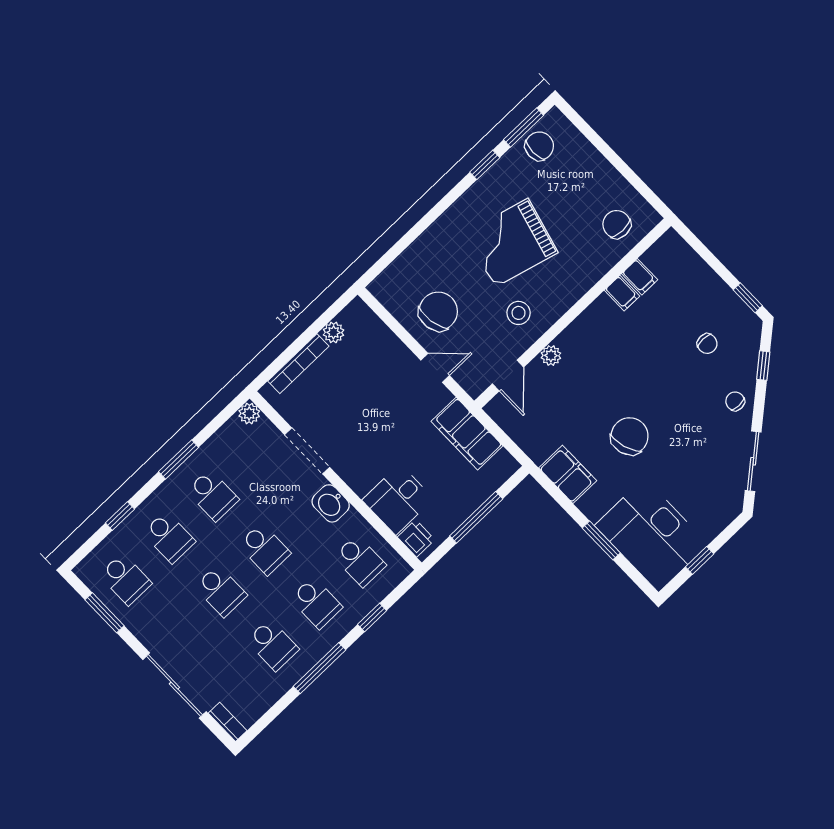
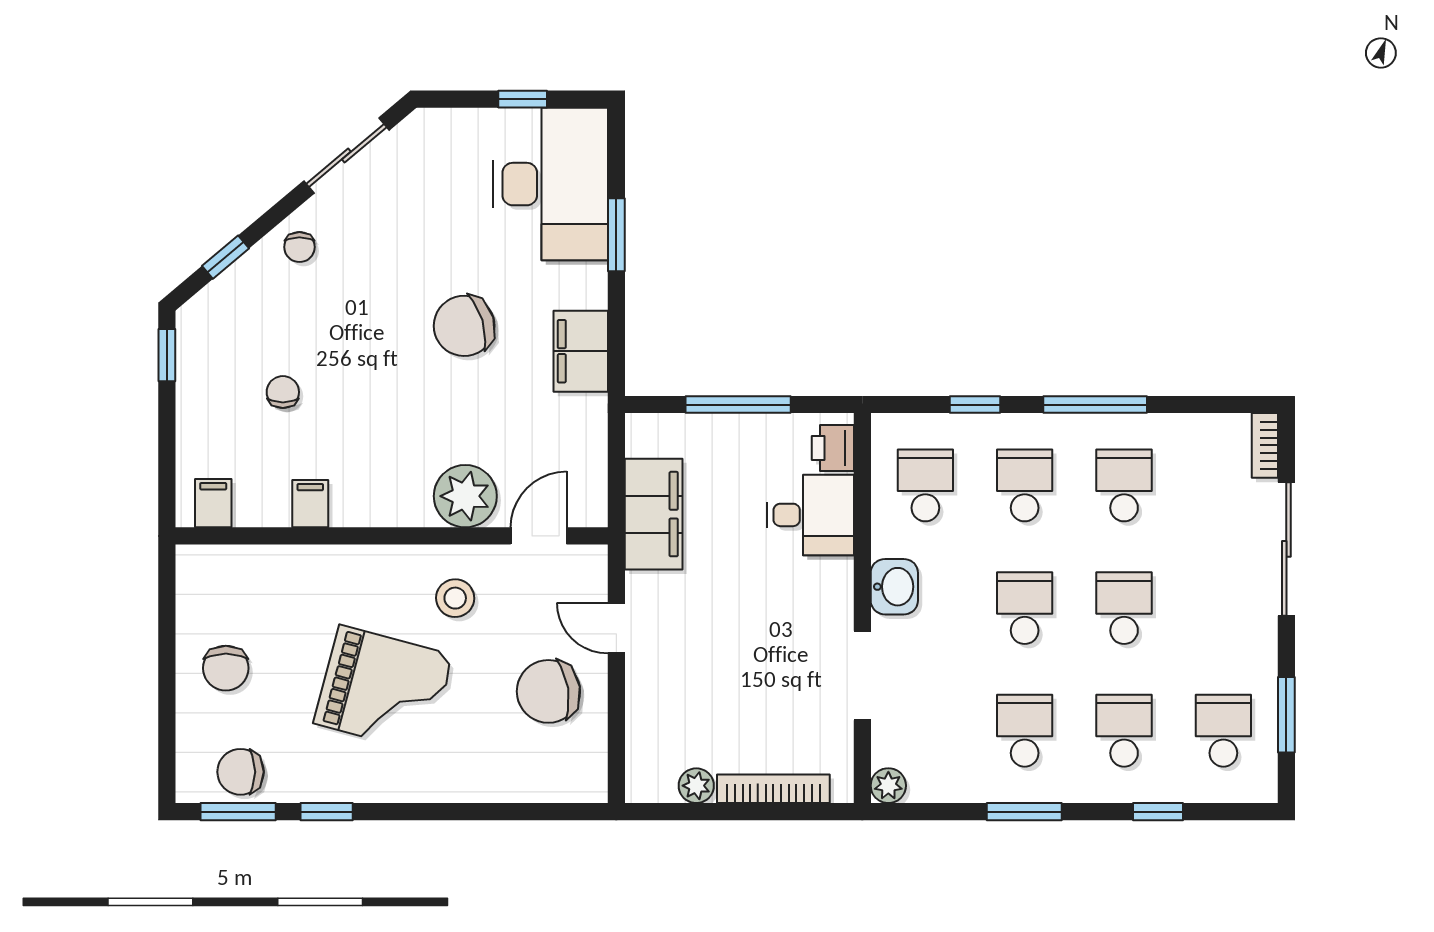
chair: (617, 224) -> (226, 668), moved
filing cabinet: (640, 277) -> (213, 503), moved
chair: (707, 344) -> (283, 392), moved
plant: (551, 356) -> (465, 496), width x1.87, depth x1.87

